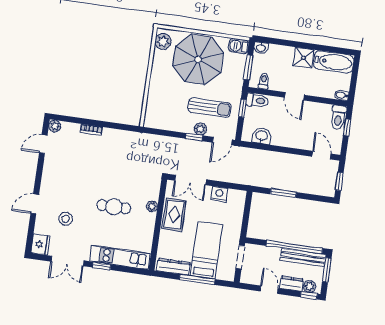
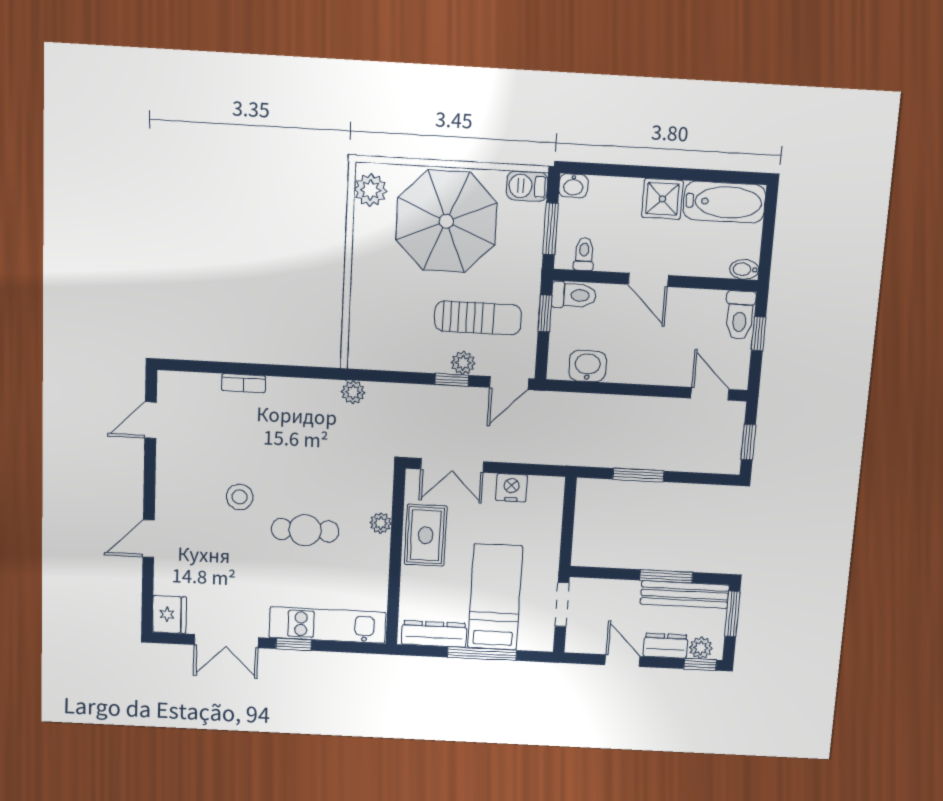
plant: (55, 126) -> (353, 392), moved
stool: (66, 219) -> (240, 497), moved
window: (294, 247) -> (666, 576), width x0.47

